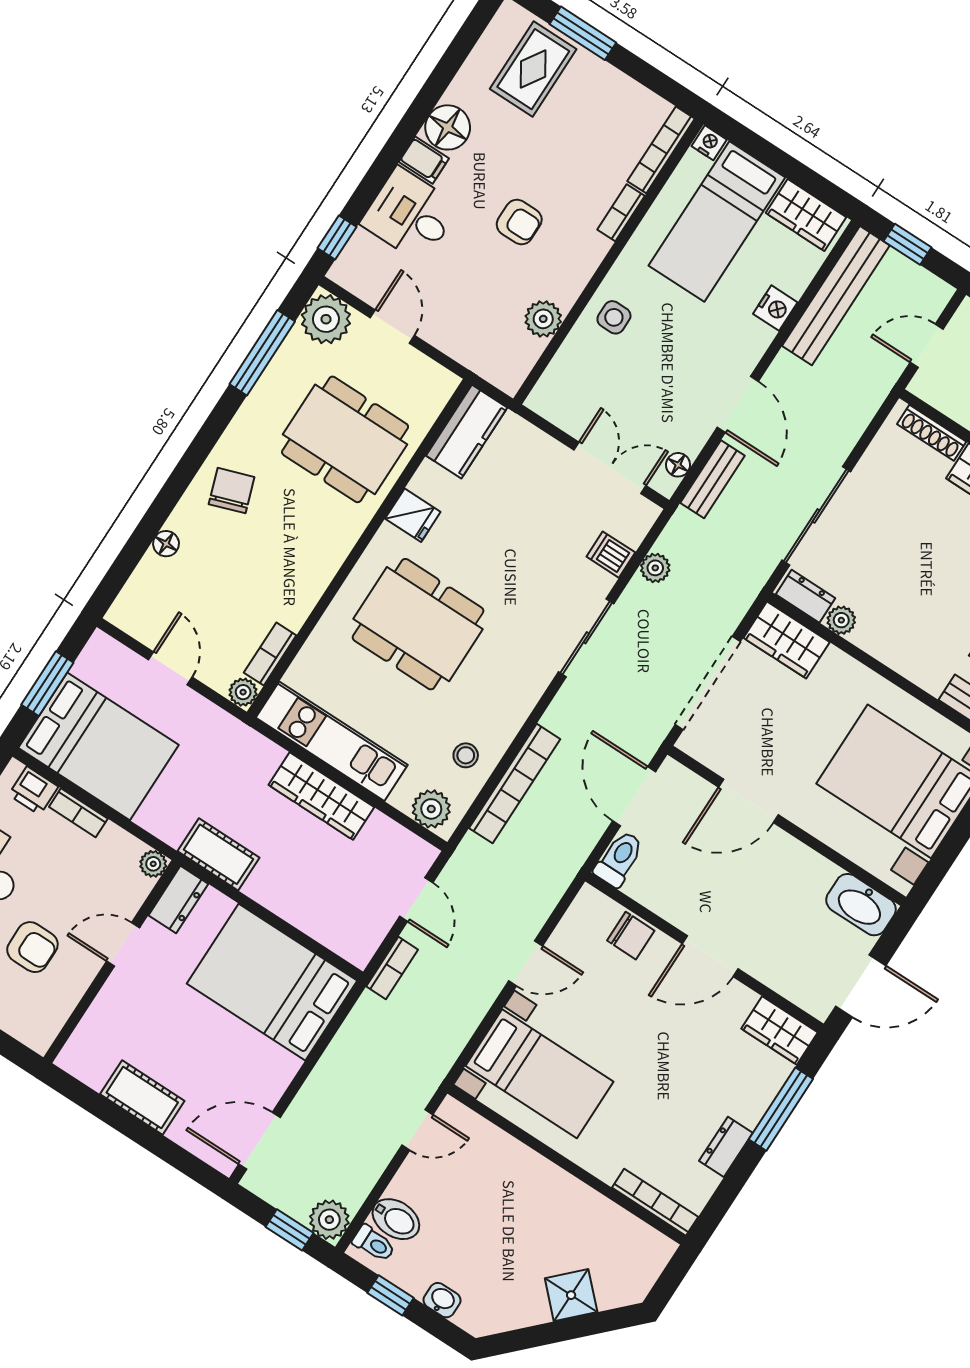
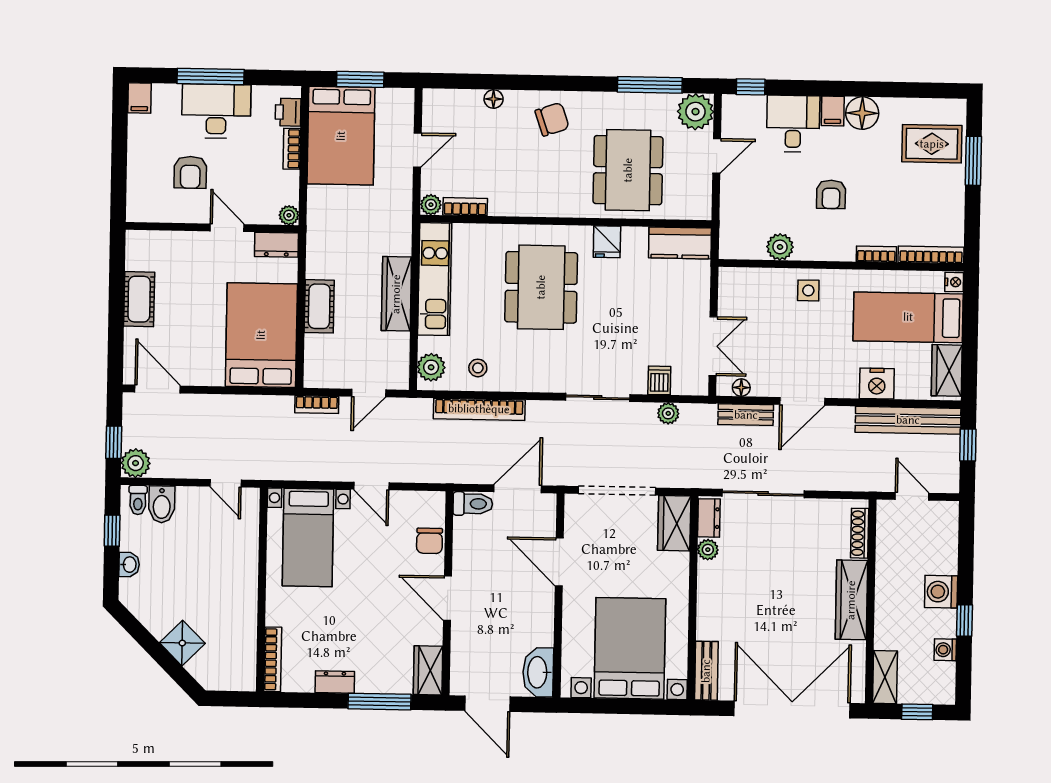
nightstand: (775, 308) -> (877, 384), width x1.36, depth x1.33
cot: (218, 854) -> (319, 306), moved

